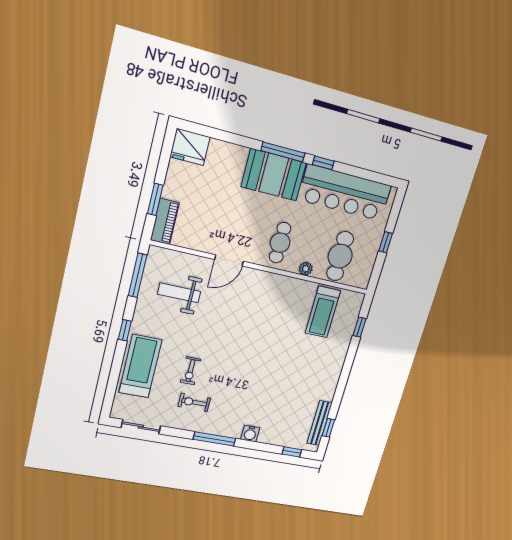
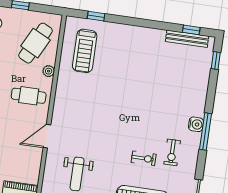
cafe table: (340, 256) -> (36, 43), turned -63
door: (229, 260) -> (47, 136), swing flipped
treadmill: (323, 312) -> (85, 51), turned 90
water cooler: (250, 434) -> (196, 124), moved

